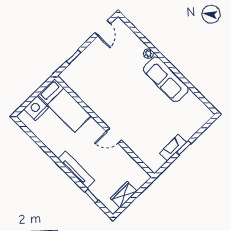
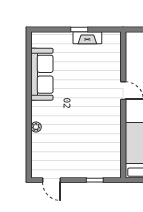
door: (103, 28) -> (52, 180), swing flipped
sofa: (166, 79) -> (42, 74), moved

